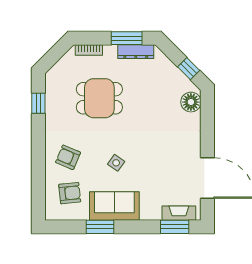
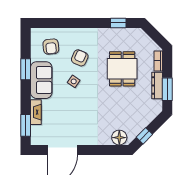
dresser: (136, 52) -> (157, 85), moved
armchair: (68, 157) -> (80, 58), moved
fireplace: (179, 213) -> (36, 112), moved

